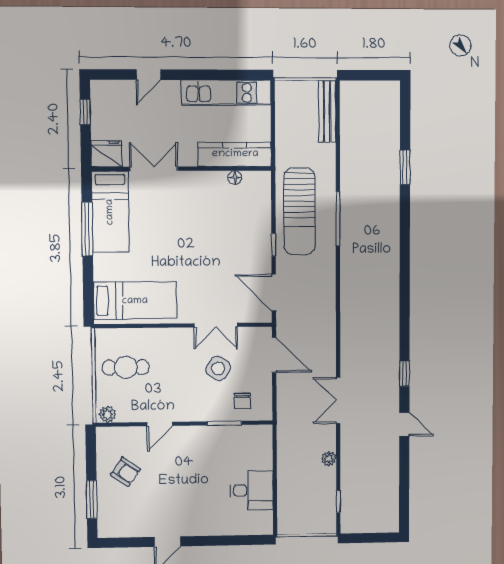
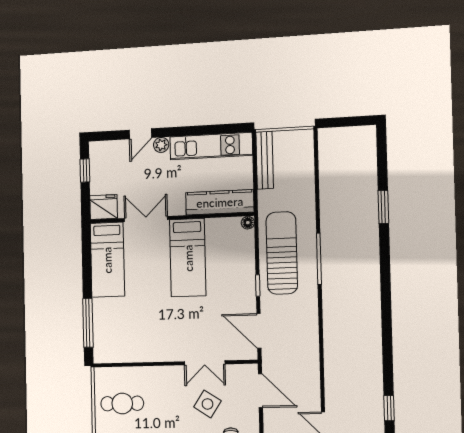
plant: (171, 88) -> (161, 145), added
bench: (327, 111) -> (265, 160), moved
floor lamp: (235, 178) -> (248, 223), moved
sun lounger: (299, 211) -> (282, 253), turned 180
window: (87, 229) -> (88, 323), moved
bed: (135, 301) -> (188, 258), moved, turned 90

